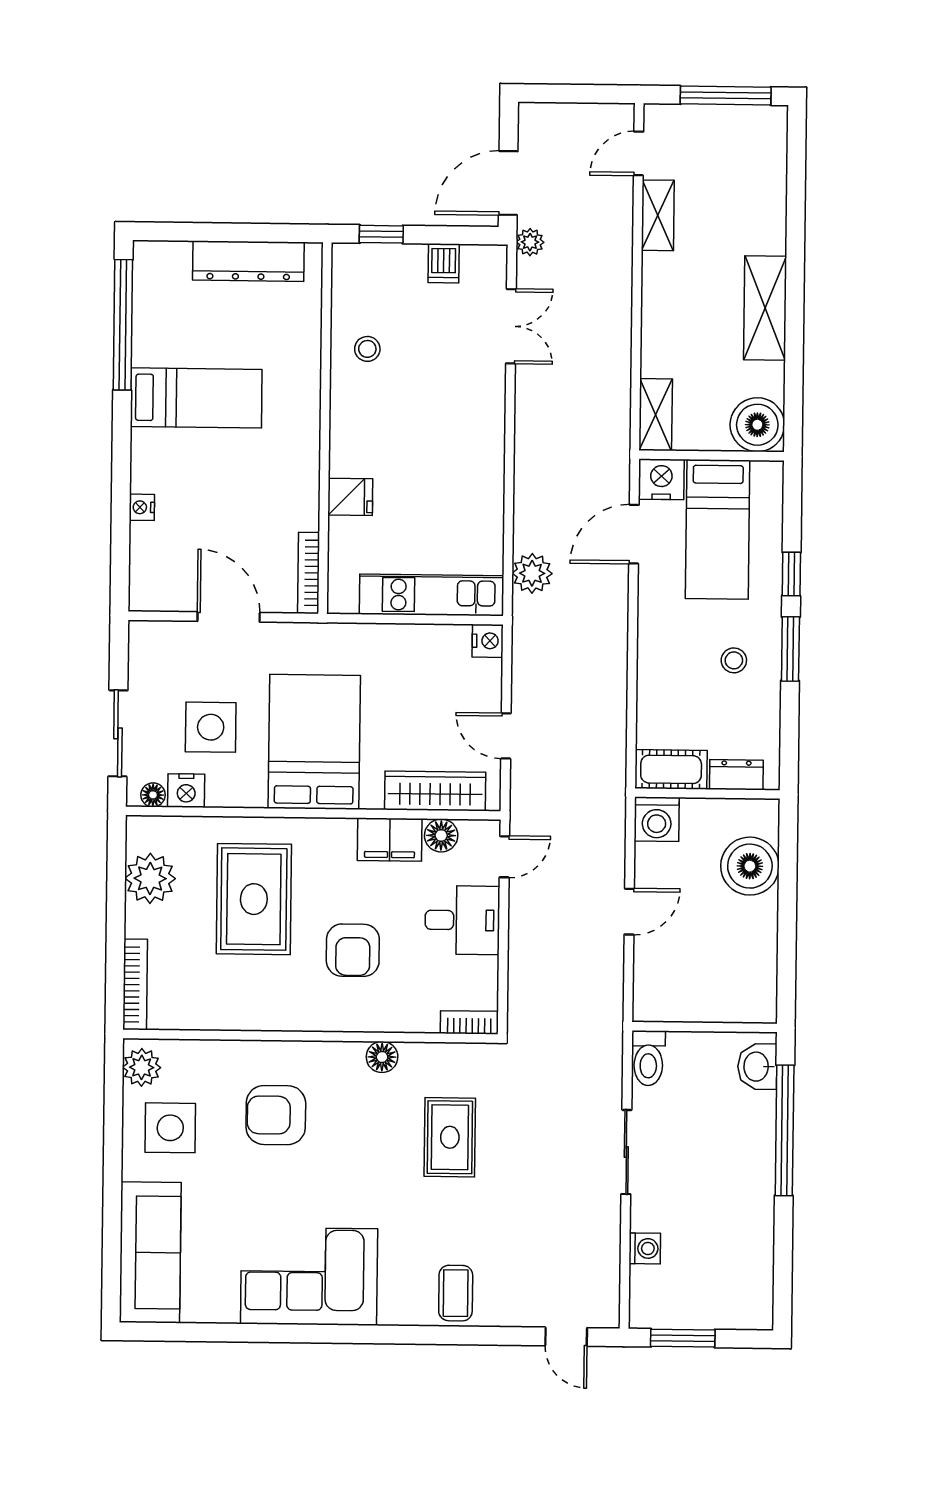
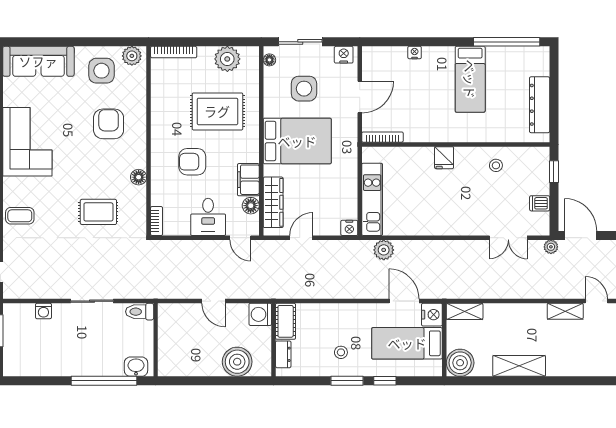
fridge: (350, 497) -> (444, 158), moved
nightstand: (186, 791) -> (344, 55), moved, turned 90

